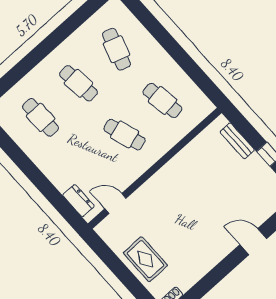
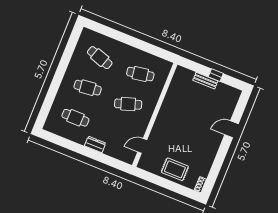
bench: (237, 141) -> (205, 81), moved
dresser: (79, 201) -> (95, 144), moved

